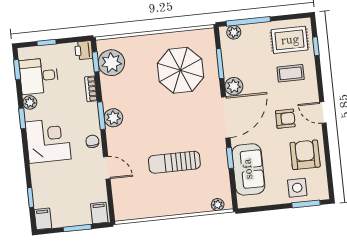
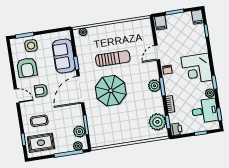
parasol: (180, 70) -> (111, 91), moved
plant: (234, 86) -> (79, 132), moved
door: (107, 168) -> (157, 53), hinge flipped

